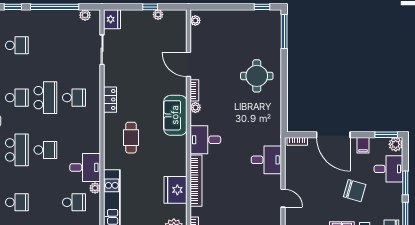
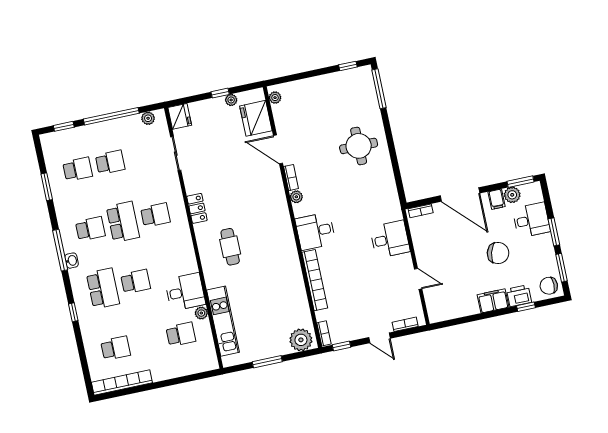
school desk: (45, 45) -> (110, 162), added
sofa: (175, 115) -> (275, 211), removed
plant: (396, 144) -> (512, 195), moved
fridge: (176, 190) -> (256, 118), moved

